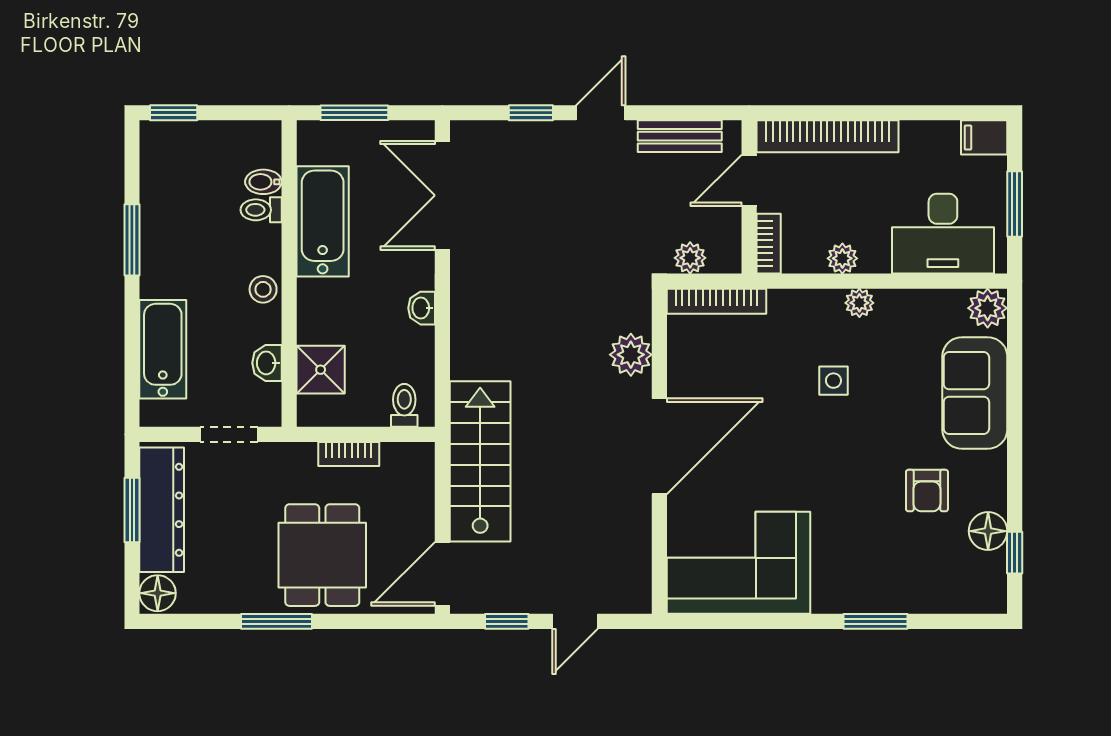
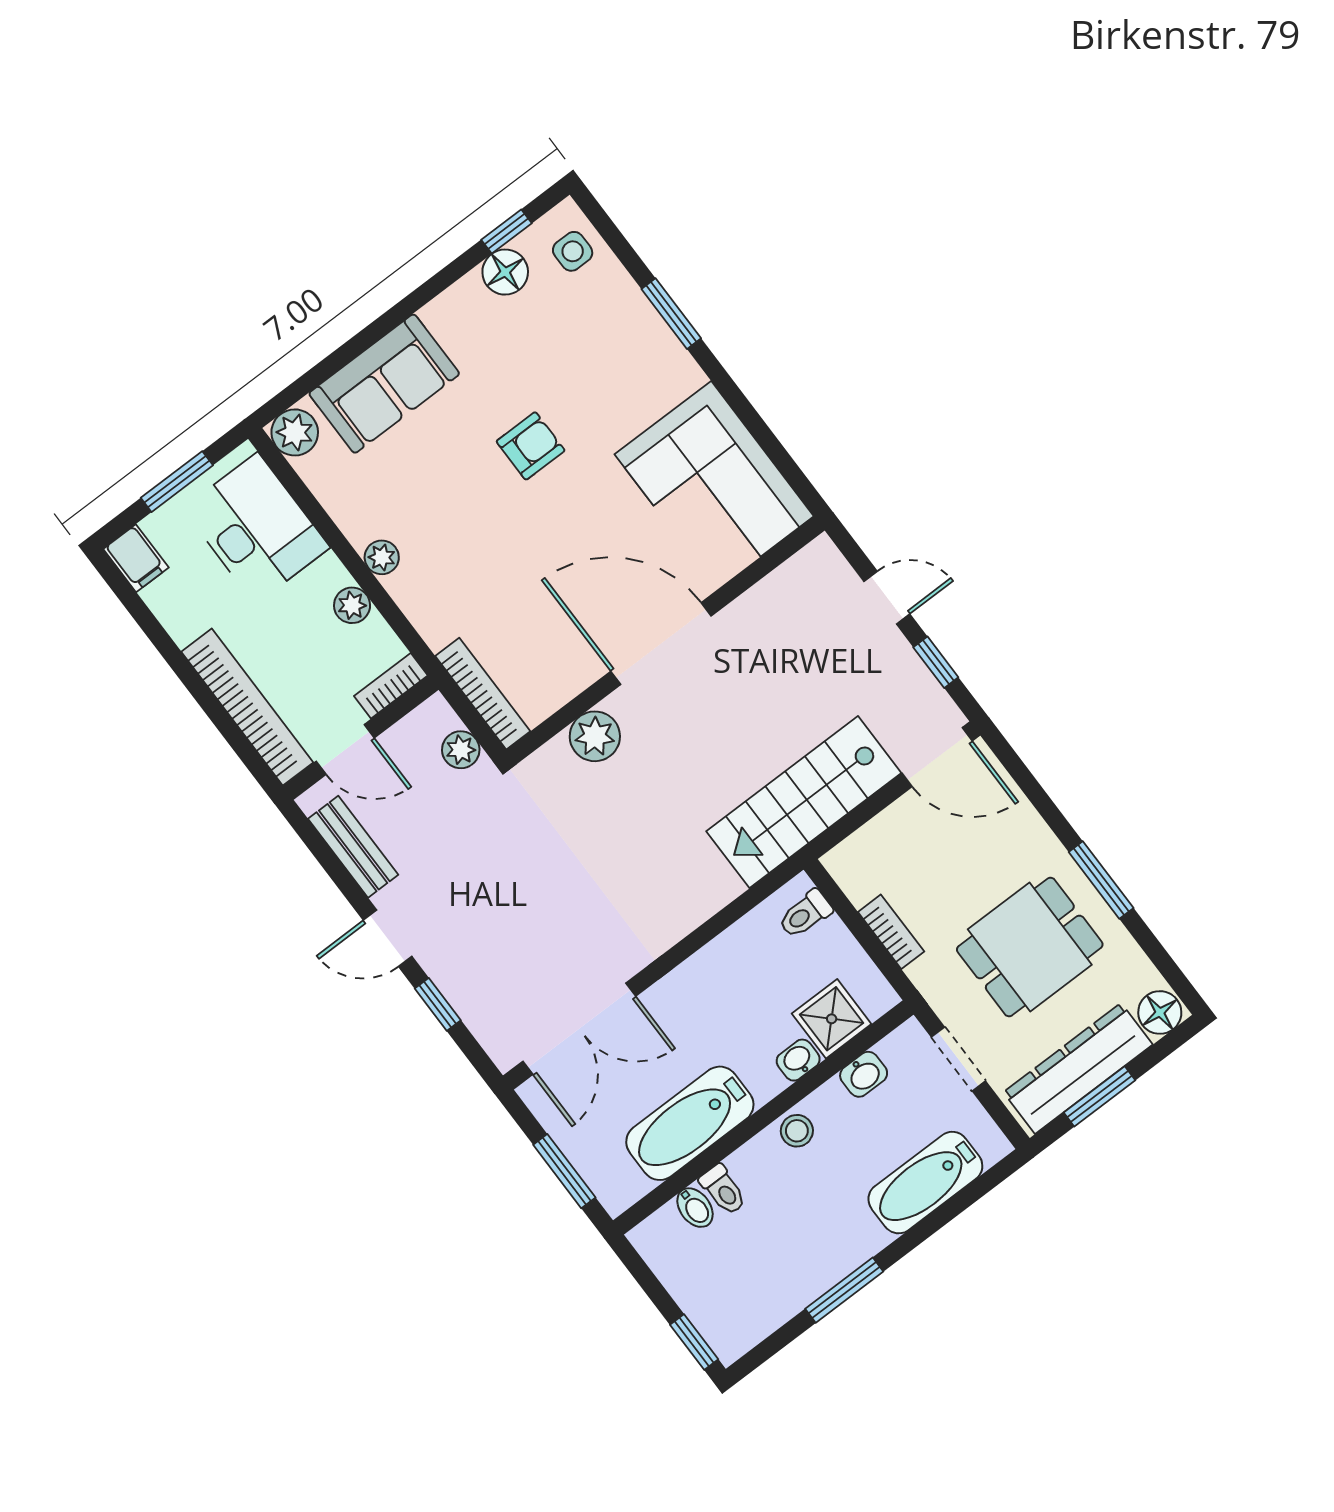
washbasin: (422, 308) -> (798, 1060), moved, turned 180
side table: (833, 381) -> (573, 251), moved
armchair: (927, 491) -> (531, 446), moved
dining table: (322, 555) -> (1030, 947), moved

